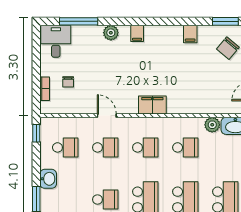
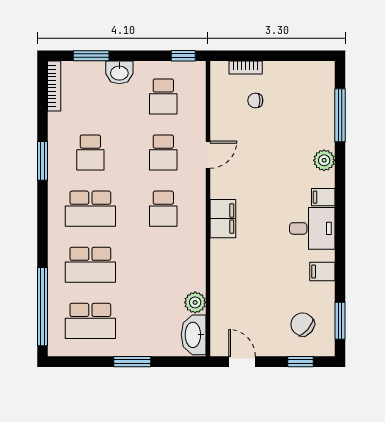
desk: (56, 41) -> (312, 228), moved
school desk: (185, 147) -> (163, 265), removed

